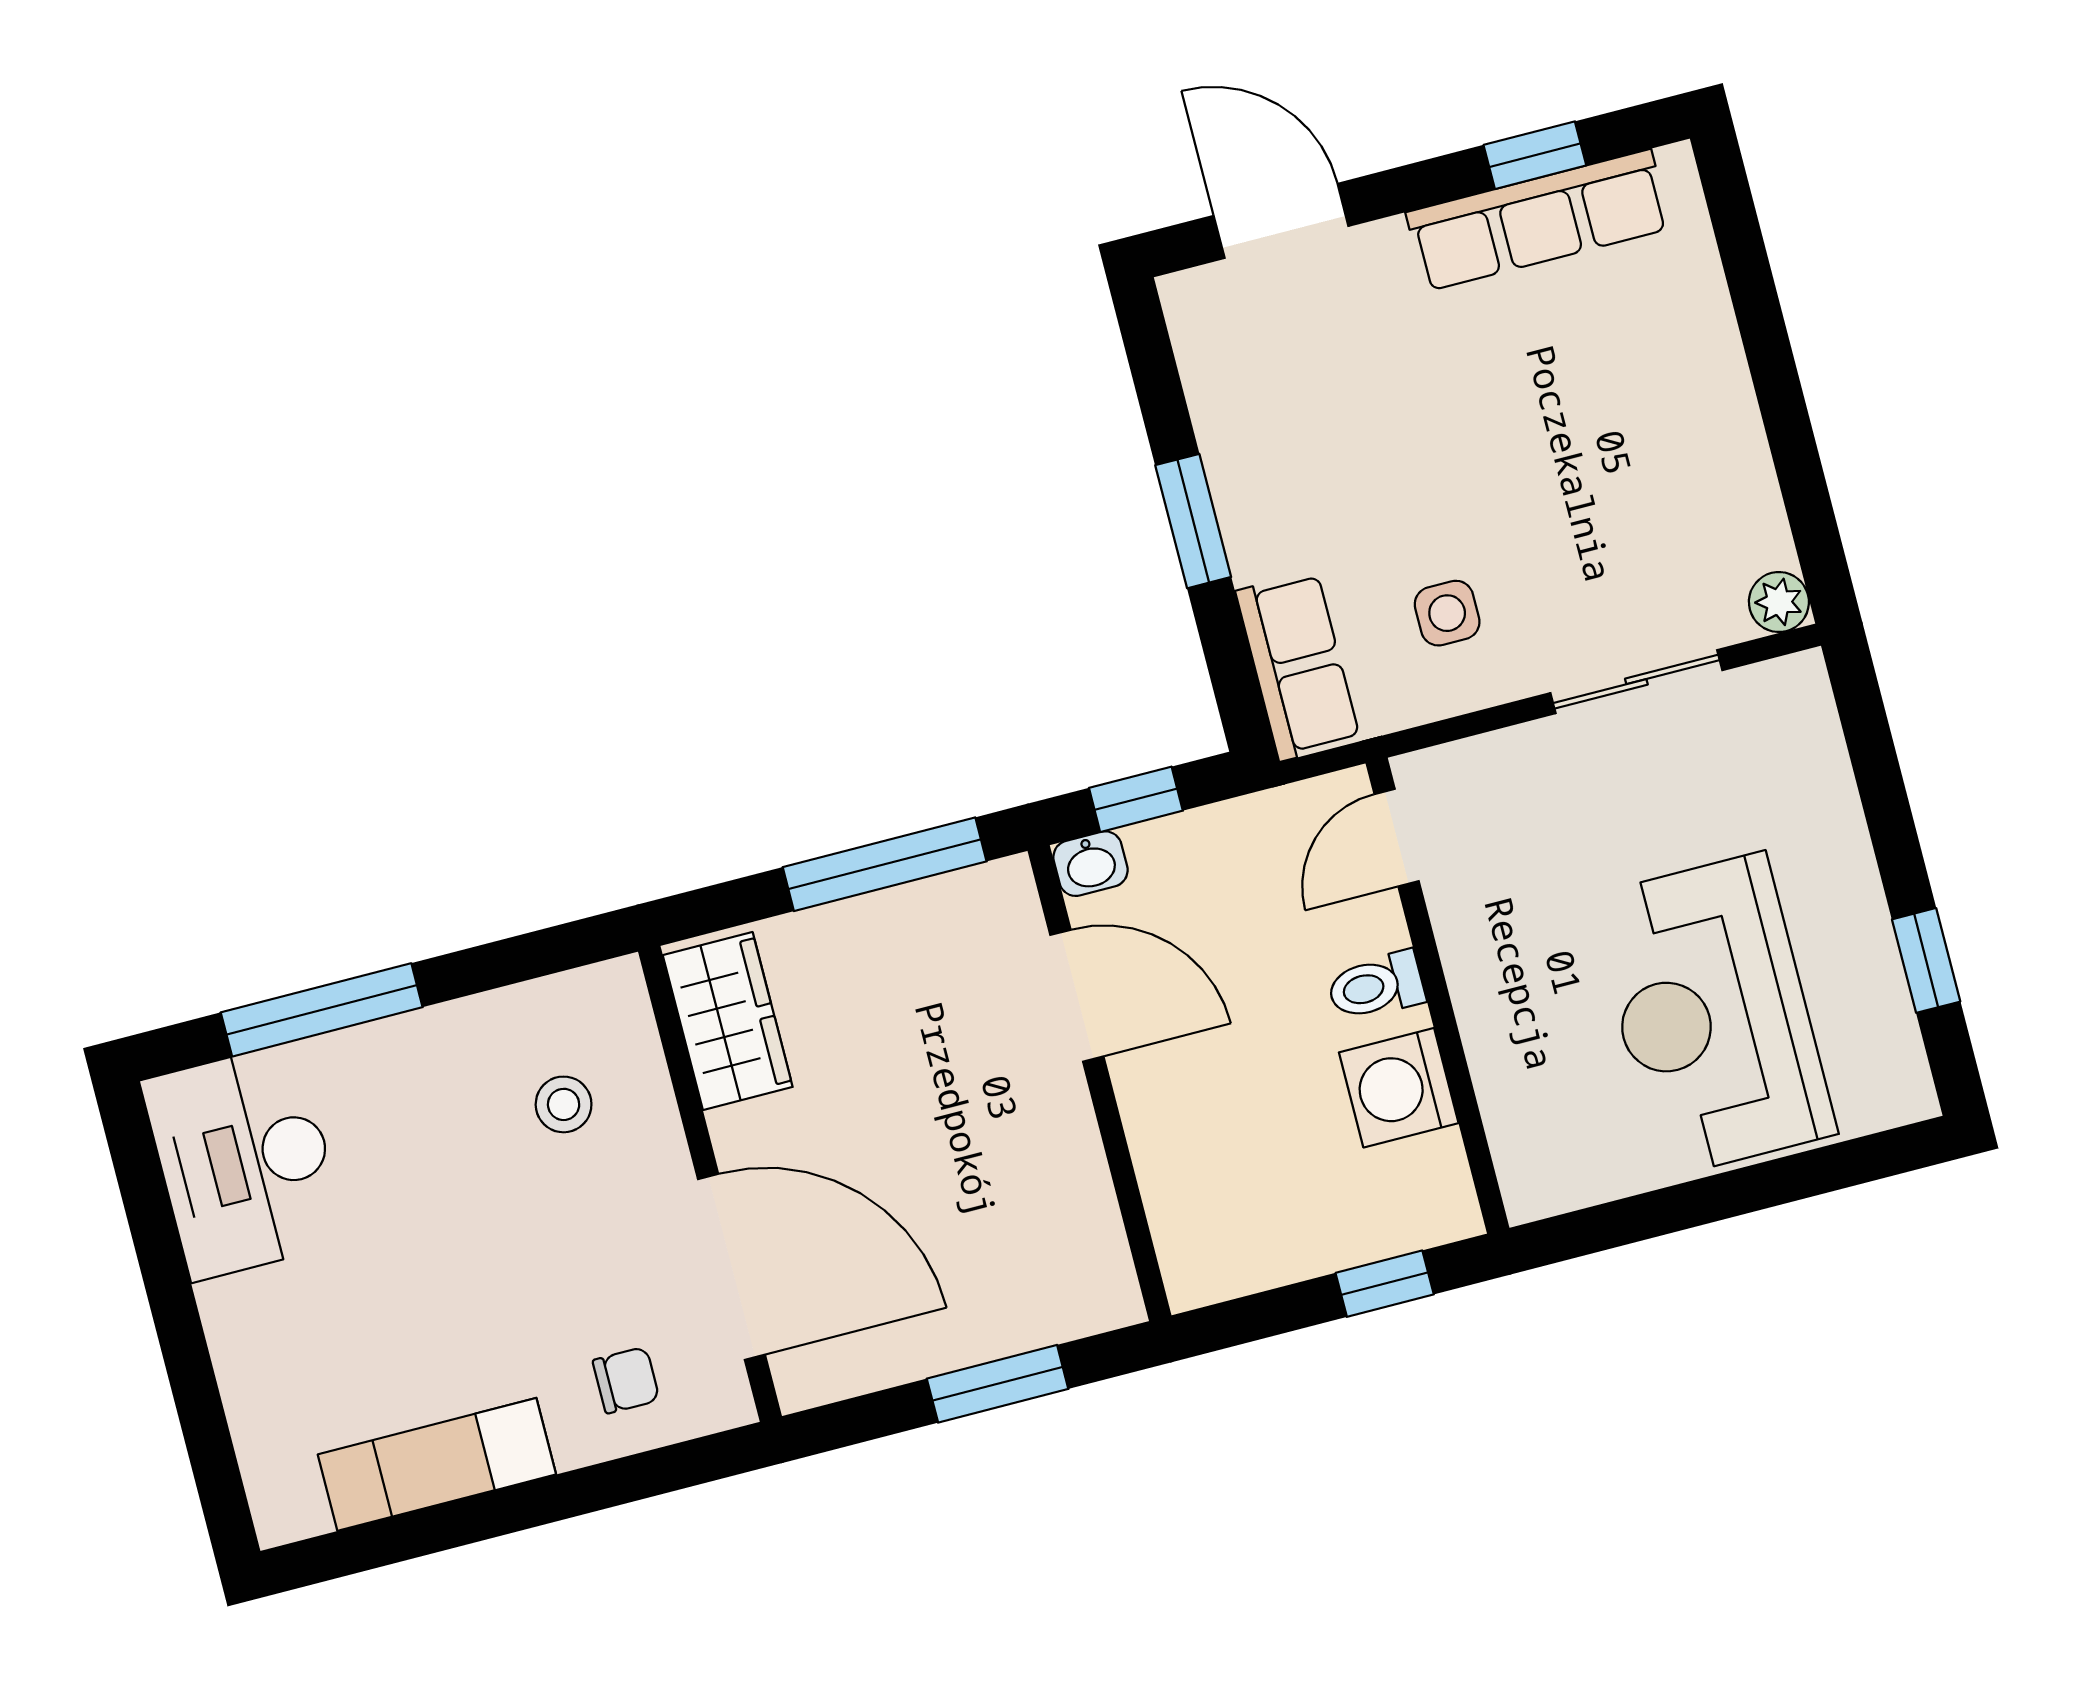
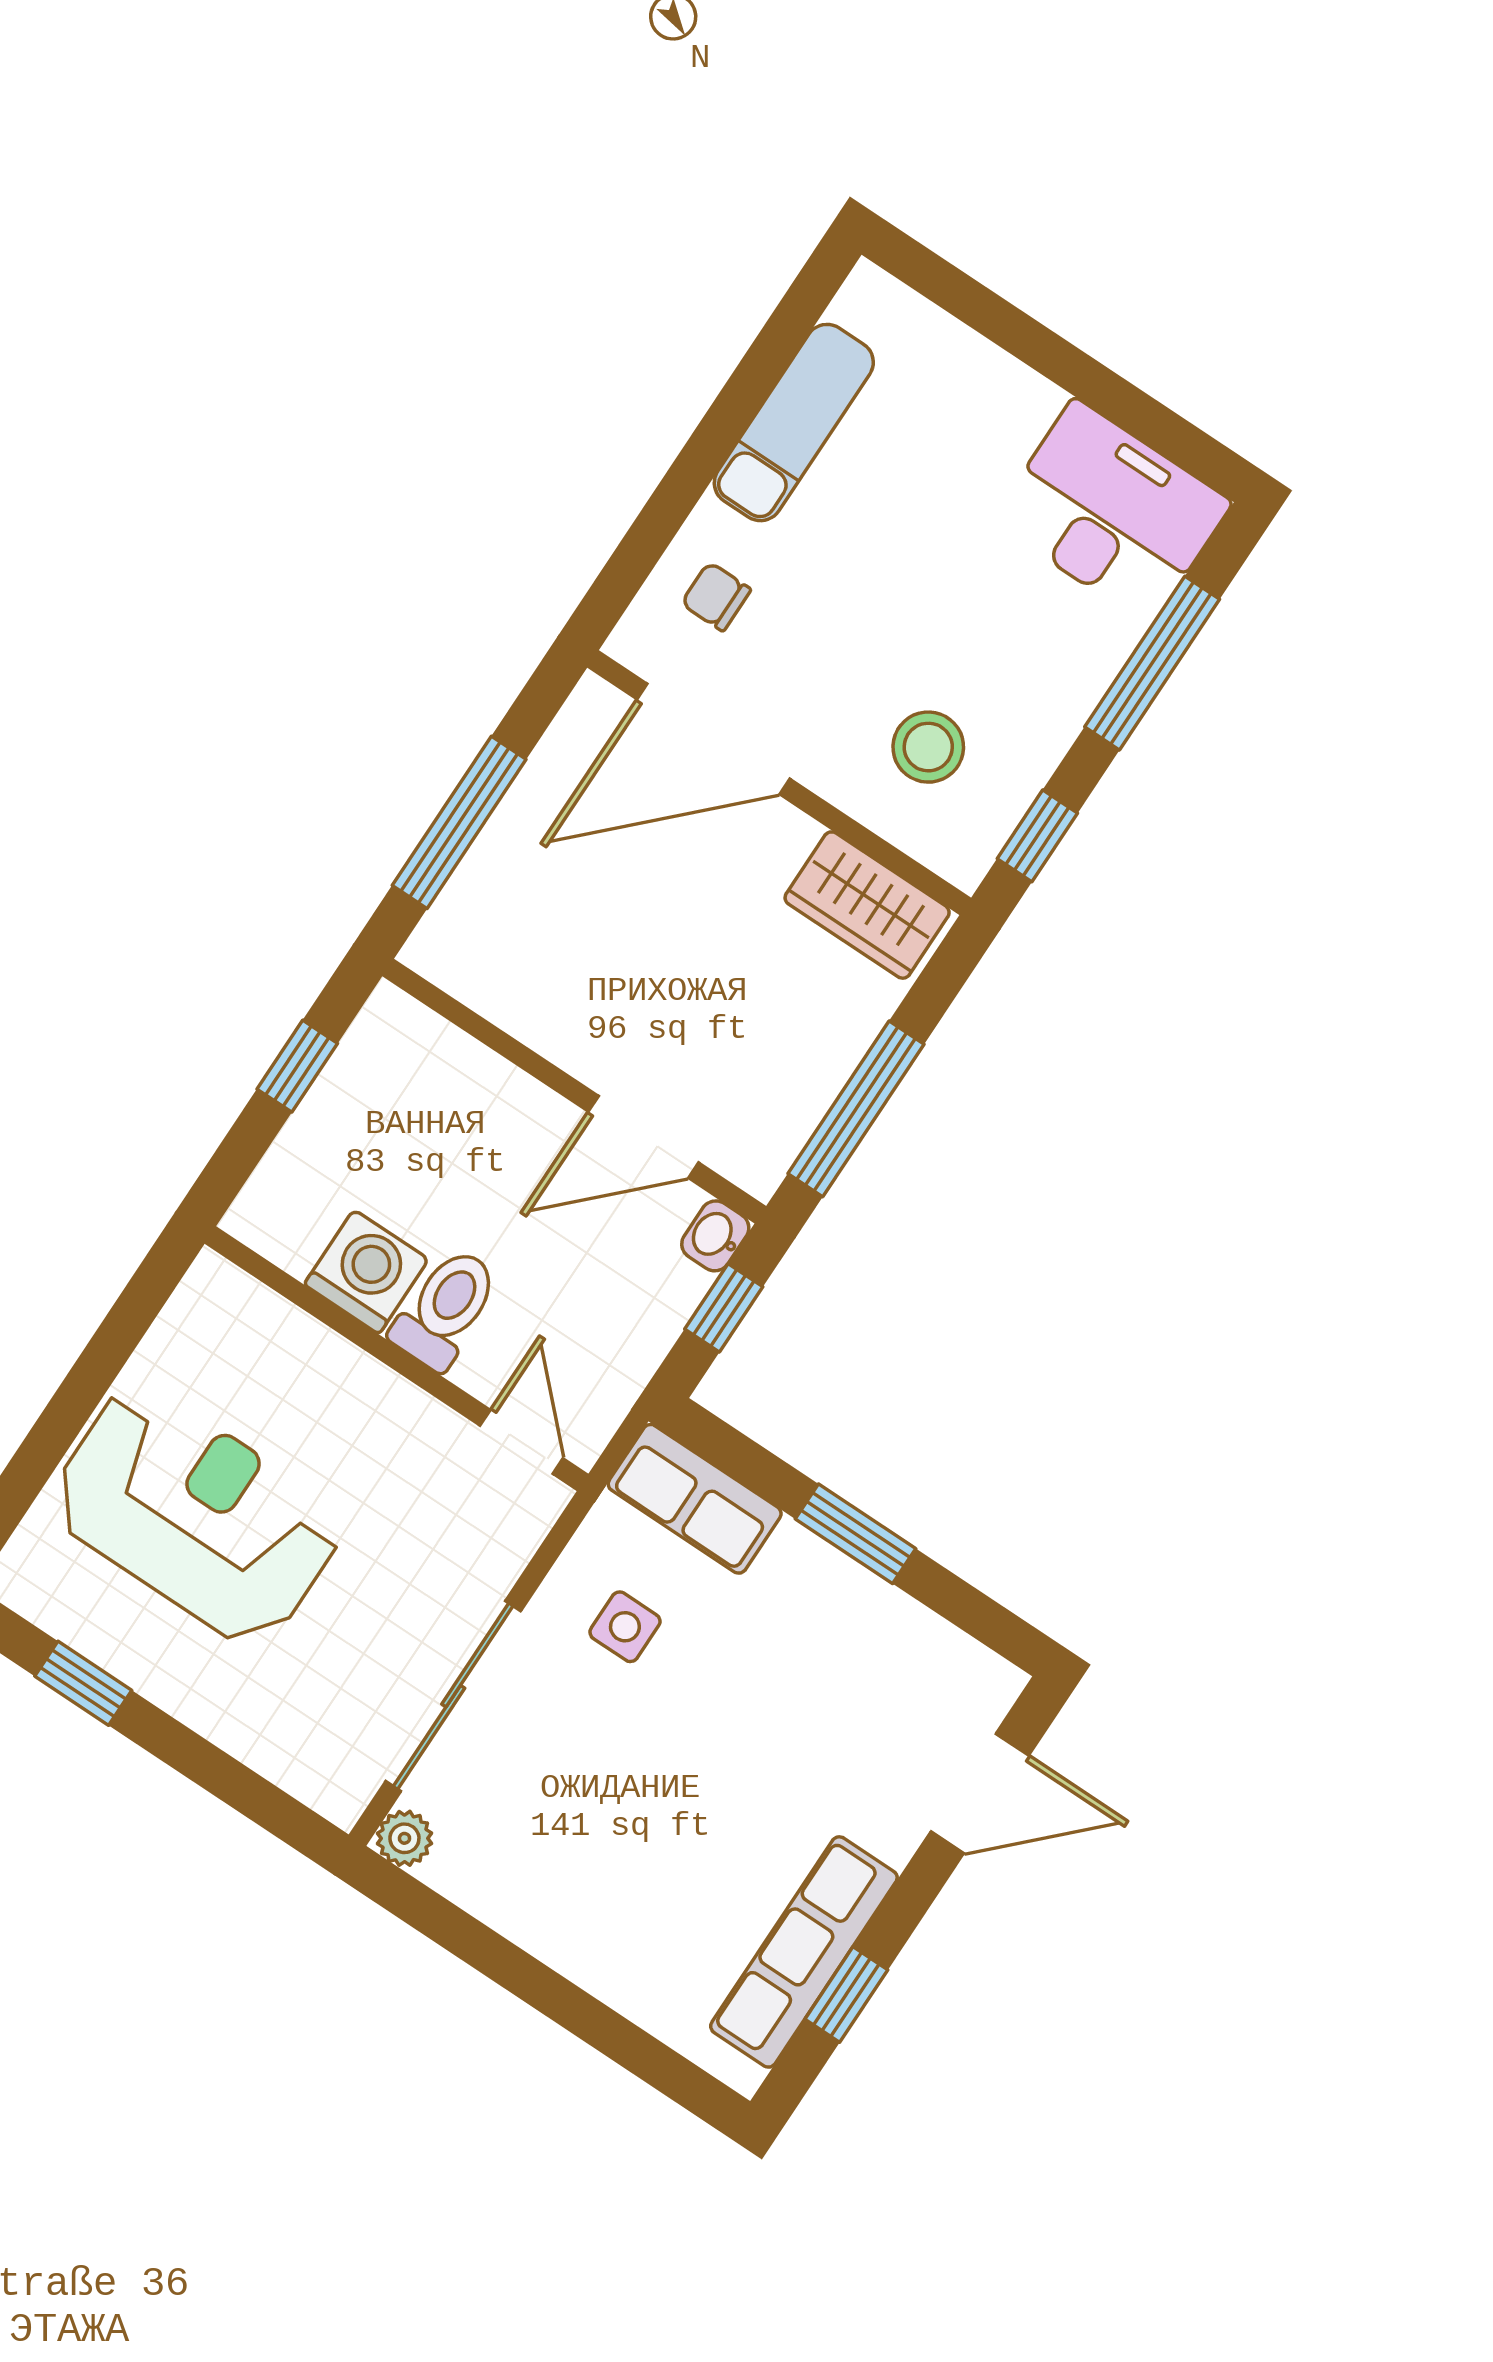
sliding door: (1636, 682) -> (453, 1696), width x1.37
window: (540, 953) -> (1037, 836), added
toilet: (1376, 986) -> (445, 1309), width x1.37, depth x1.39
stool: (564, 1104) -> (928, 747), width x1.37, depth x1.37
window: (1385, 1284) -> (297, 1066), moved
chair: (626, 1380) -> (716, 597), turned 90
window: (998, 1384) -> (459, 822), width x1.44

